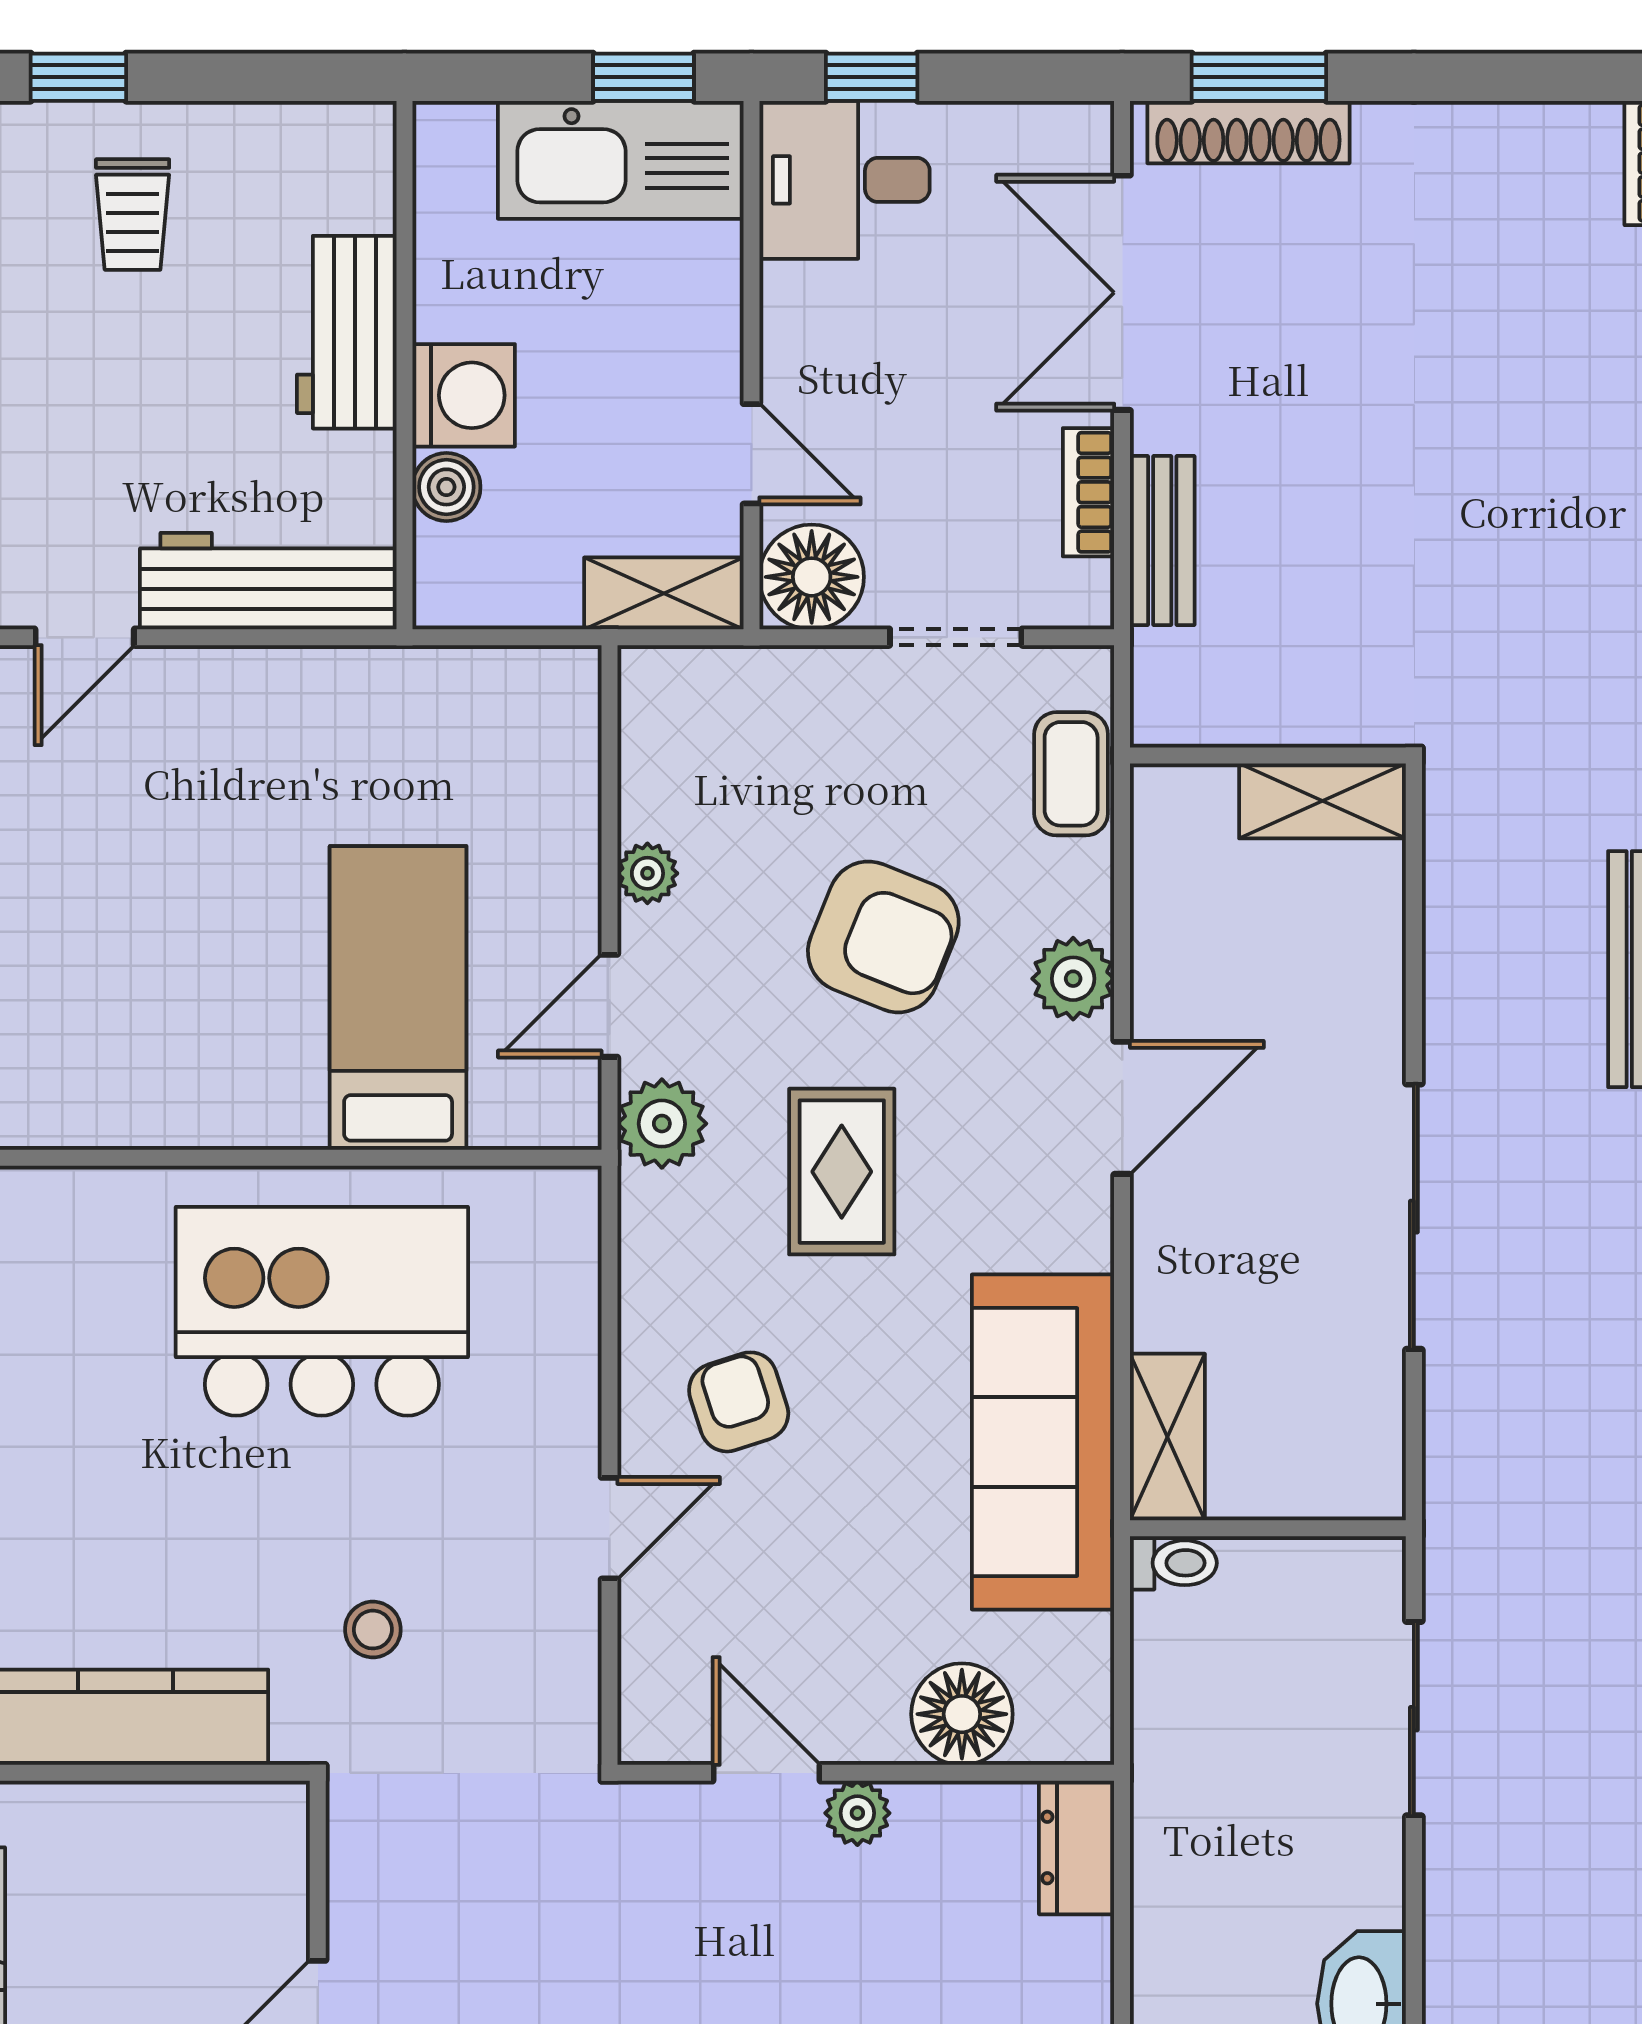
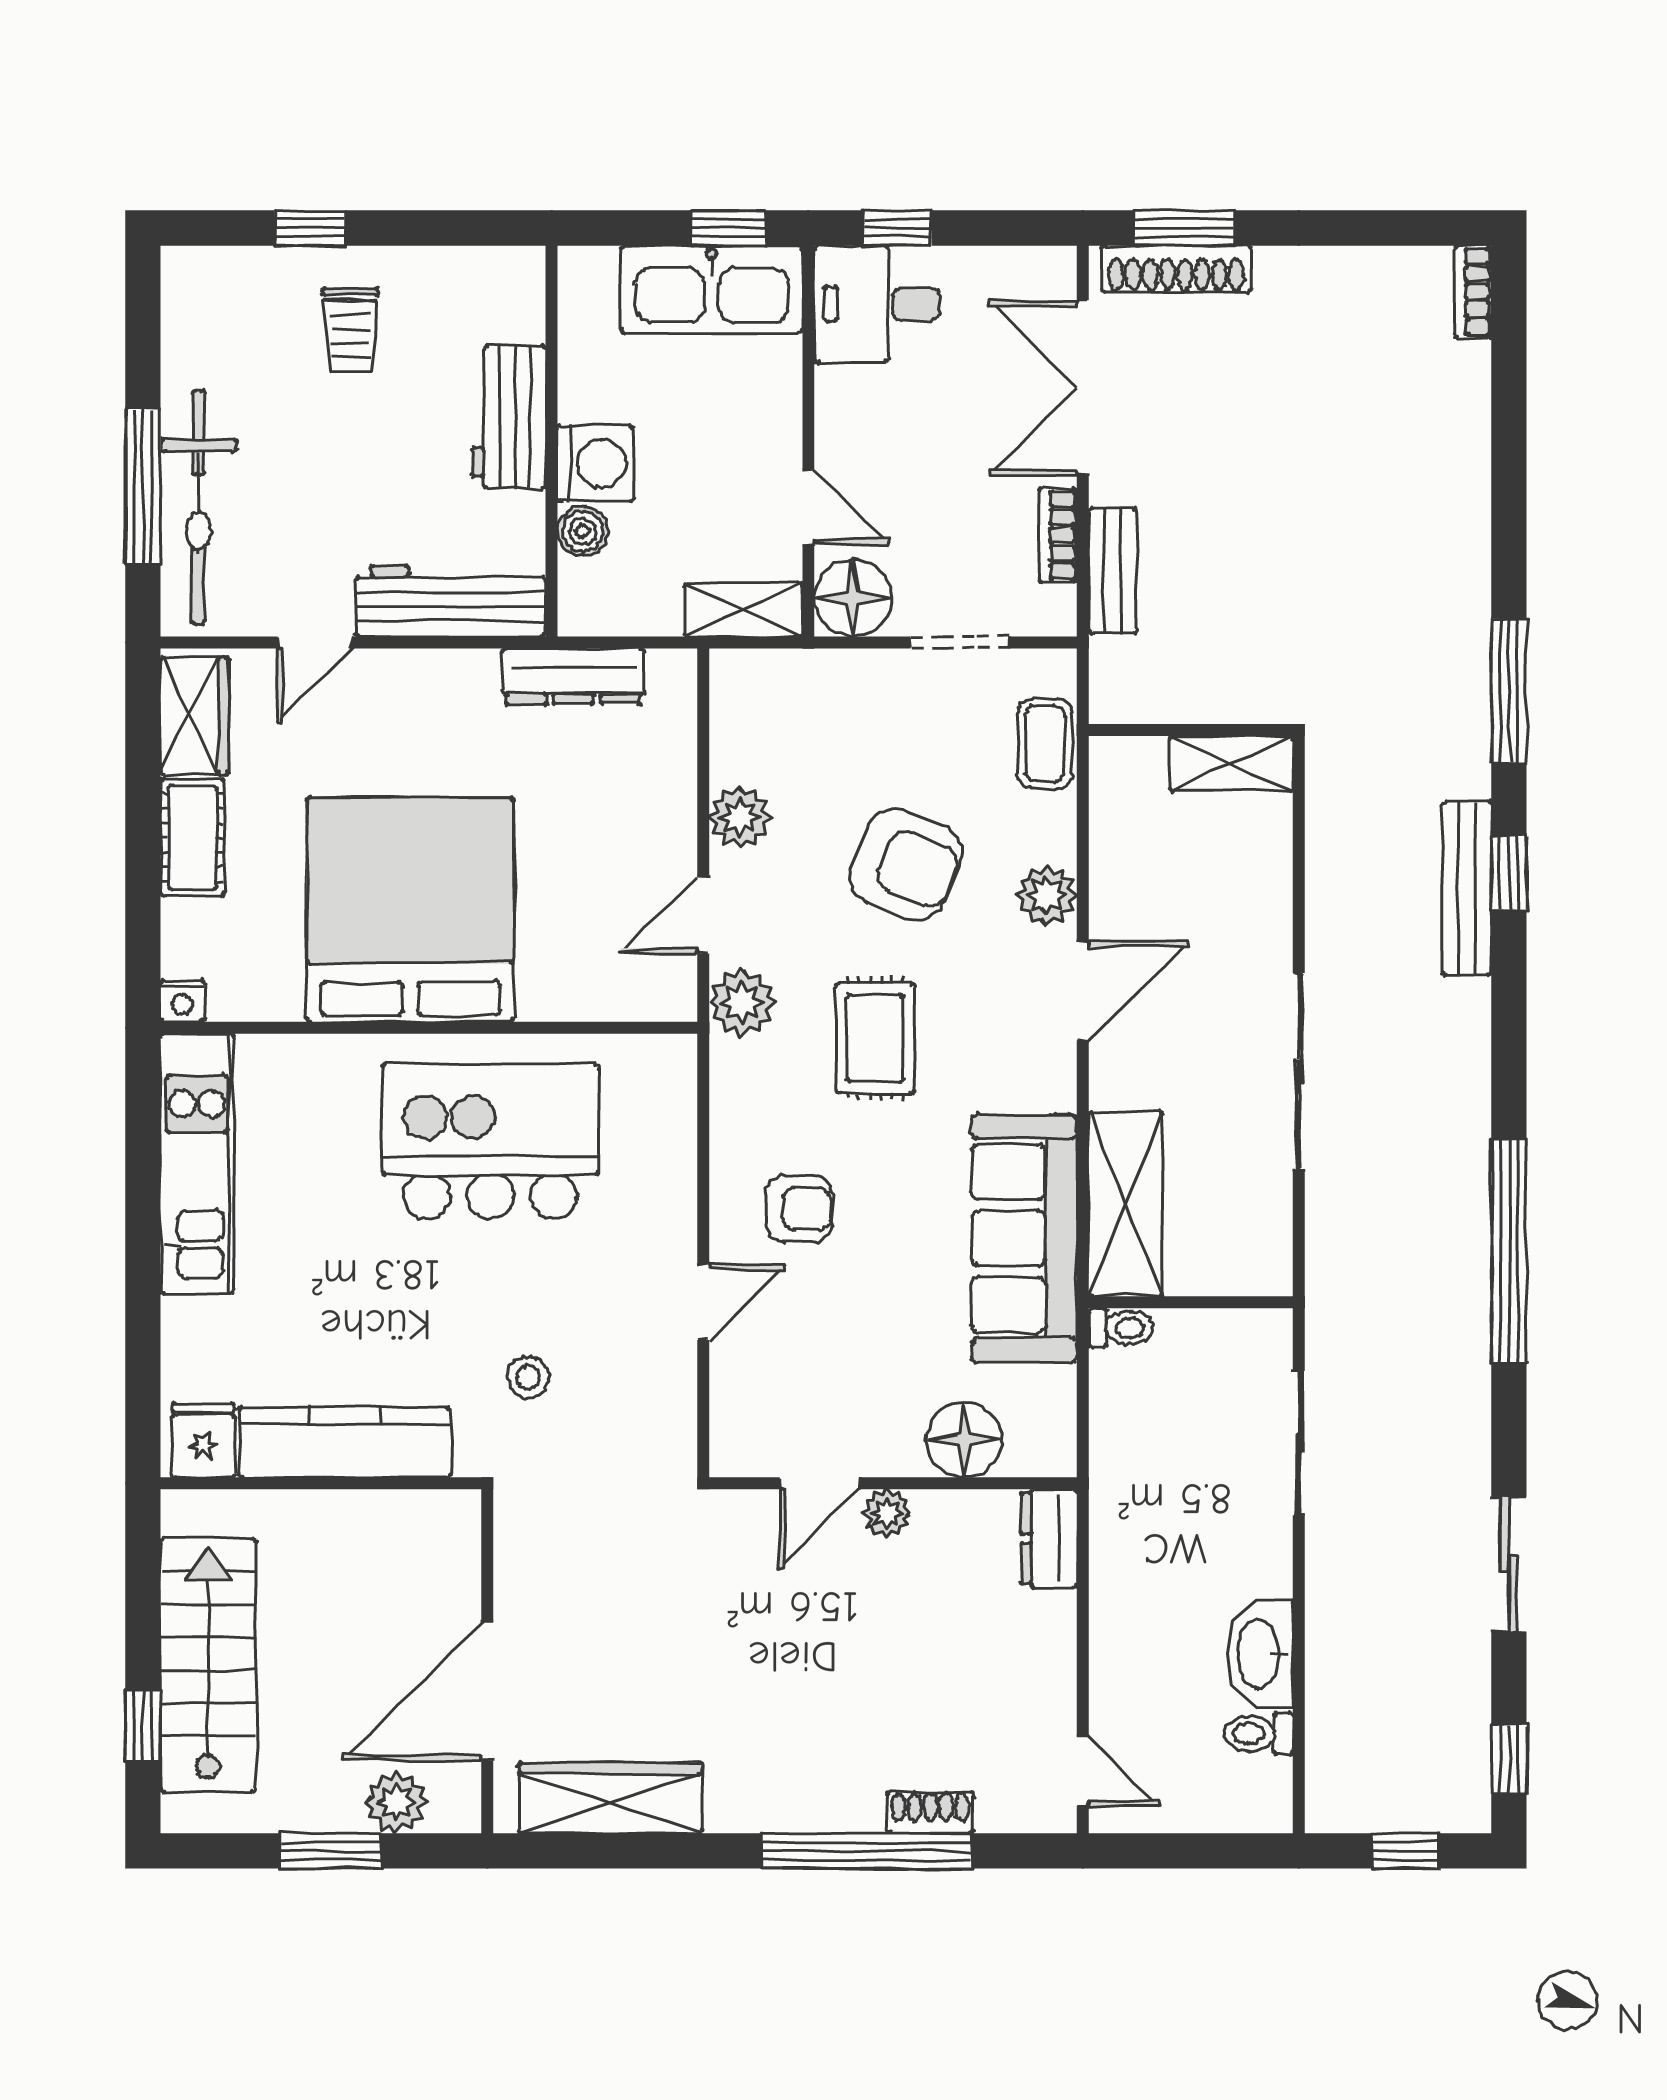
dresser: (434, 683) -> (573, 676), added
plant: (647, 873) -> (740, 817), width x1.38, depth x1.38
bed: (398, 998) -> (410, 910), moved, width x2.04
armchair: (739, 1402) -> (799, 1209), turned 108
shelving: (1167, 1437) -> (1126, 1204), width x1.50, depth x1.33
door: (767, 1773) -> (820, 1483), swing flipped

